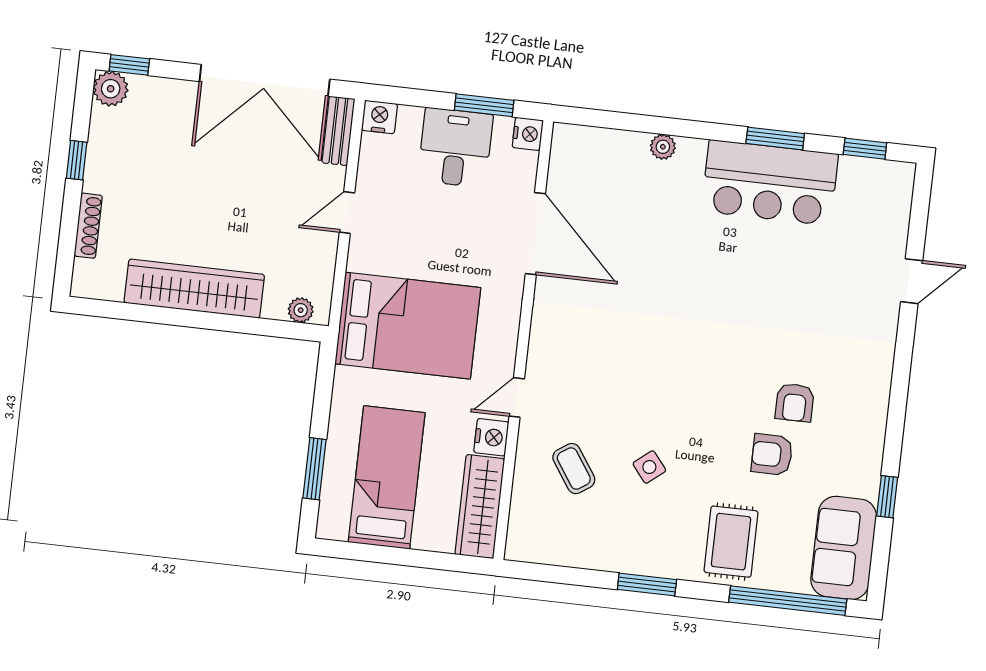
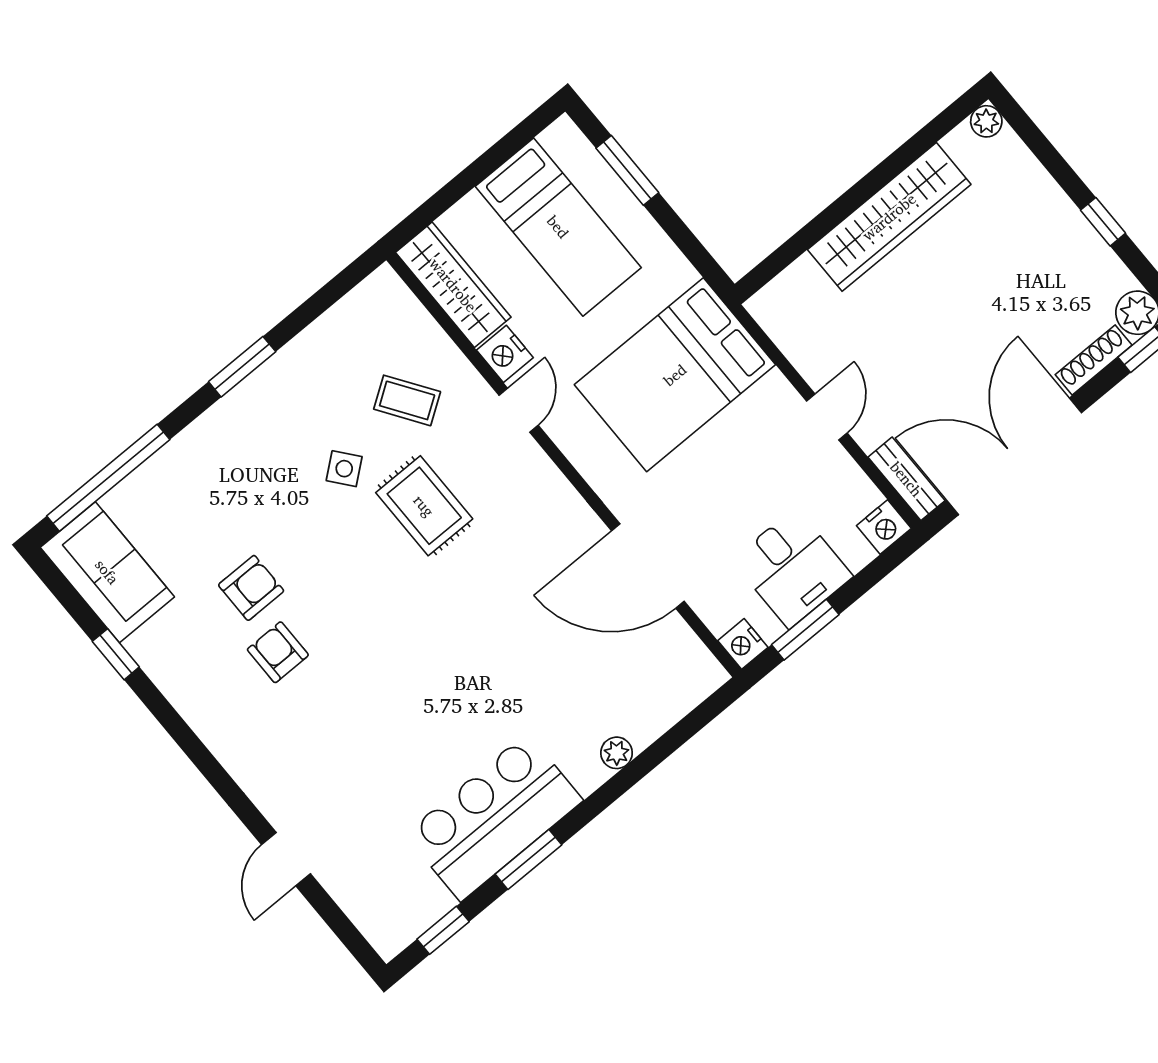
shoe rack: (88, 226) -> (1094, 360), moved, turned 90
plant: (301, 310) -> (986, 121), moved
rug: (731, 542) -> (424, 506), moved

